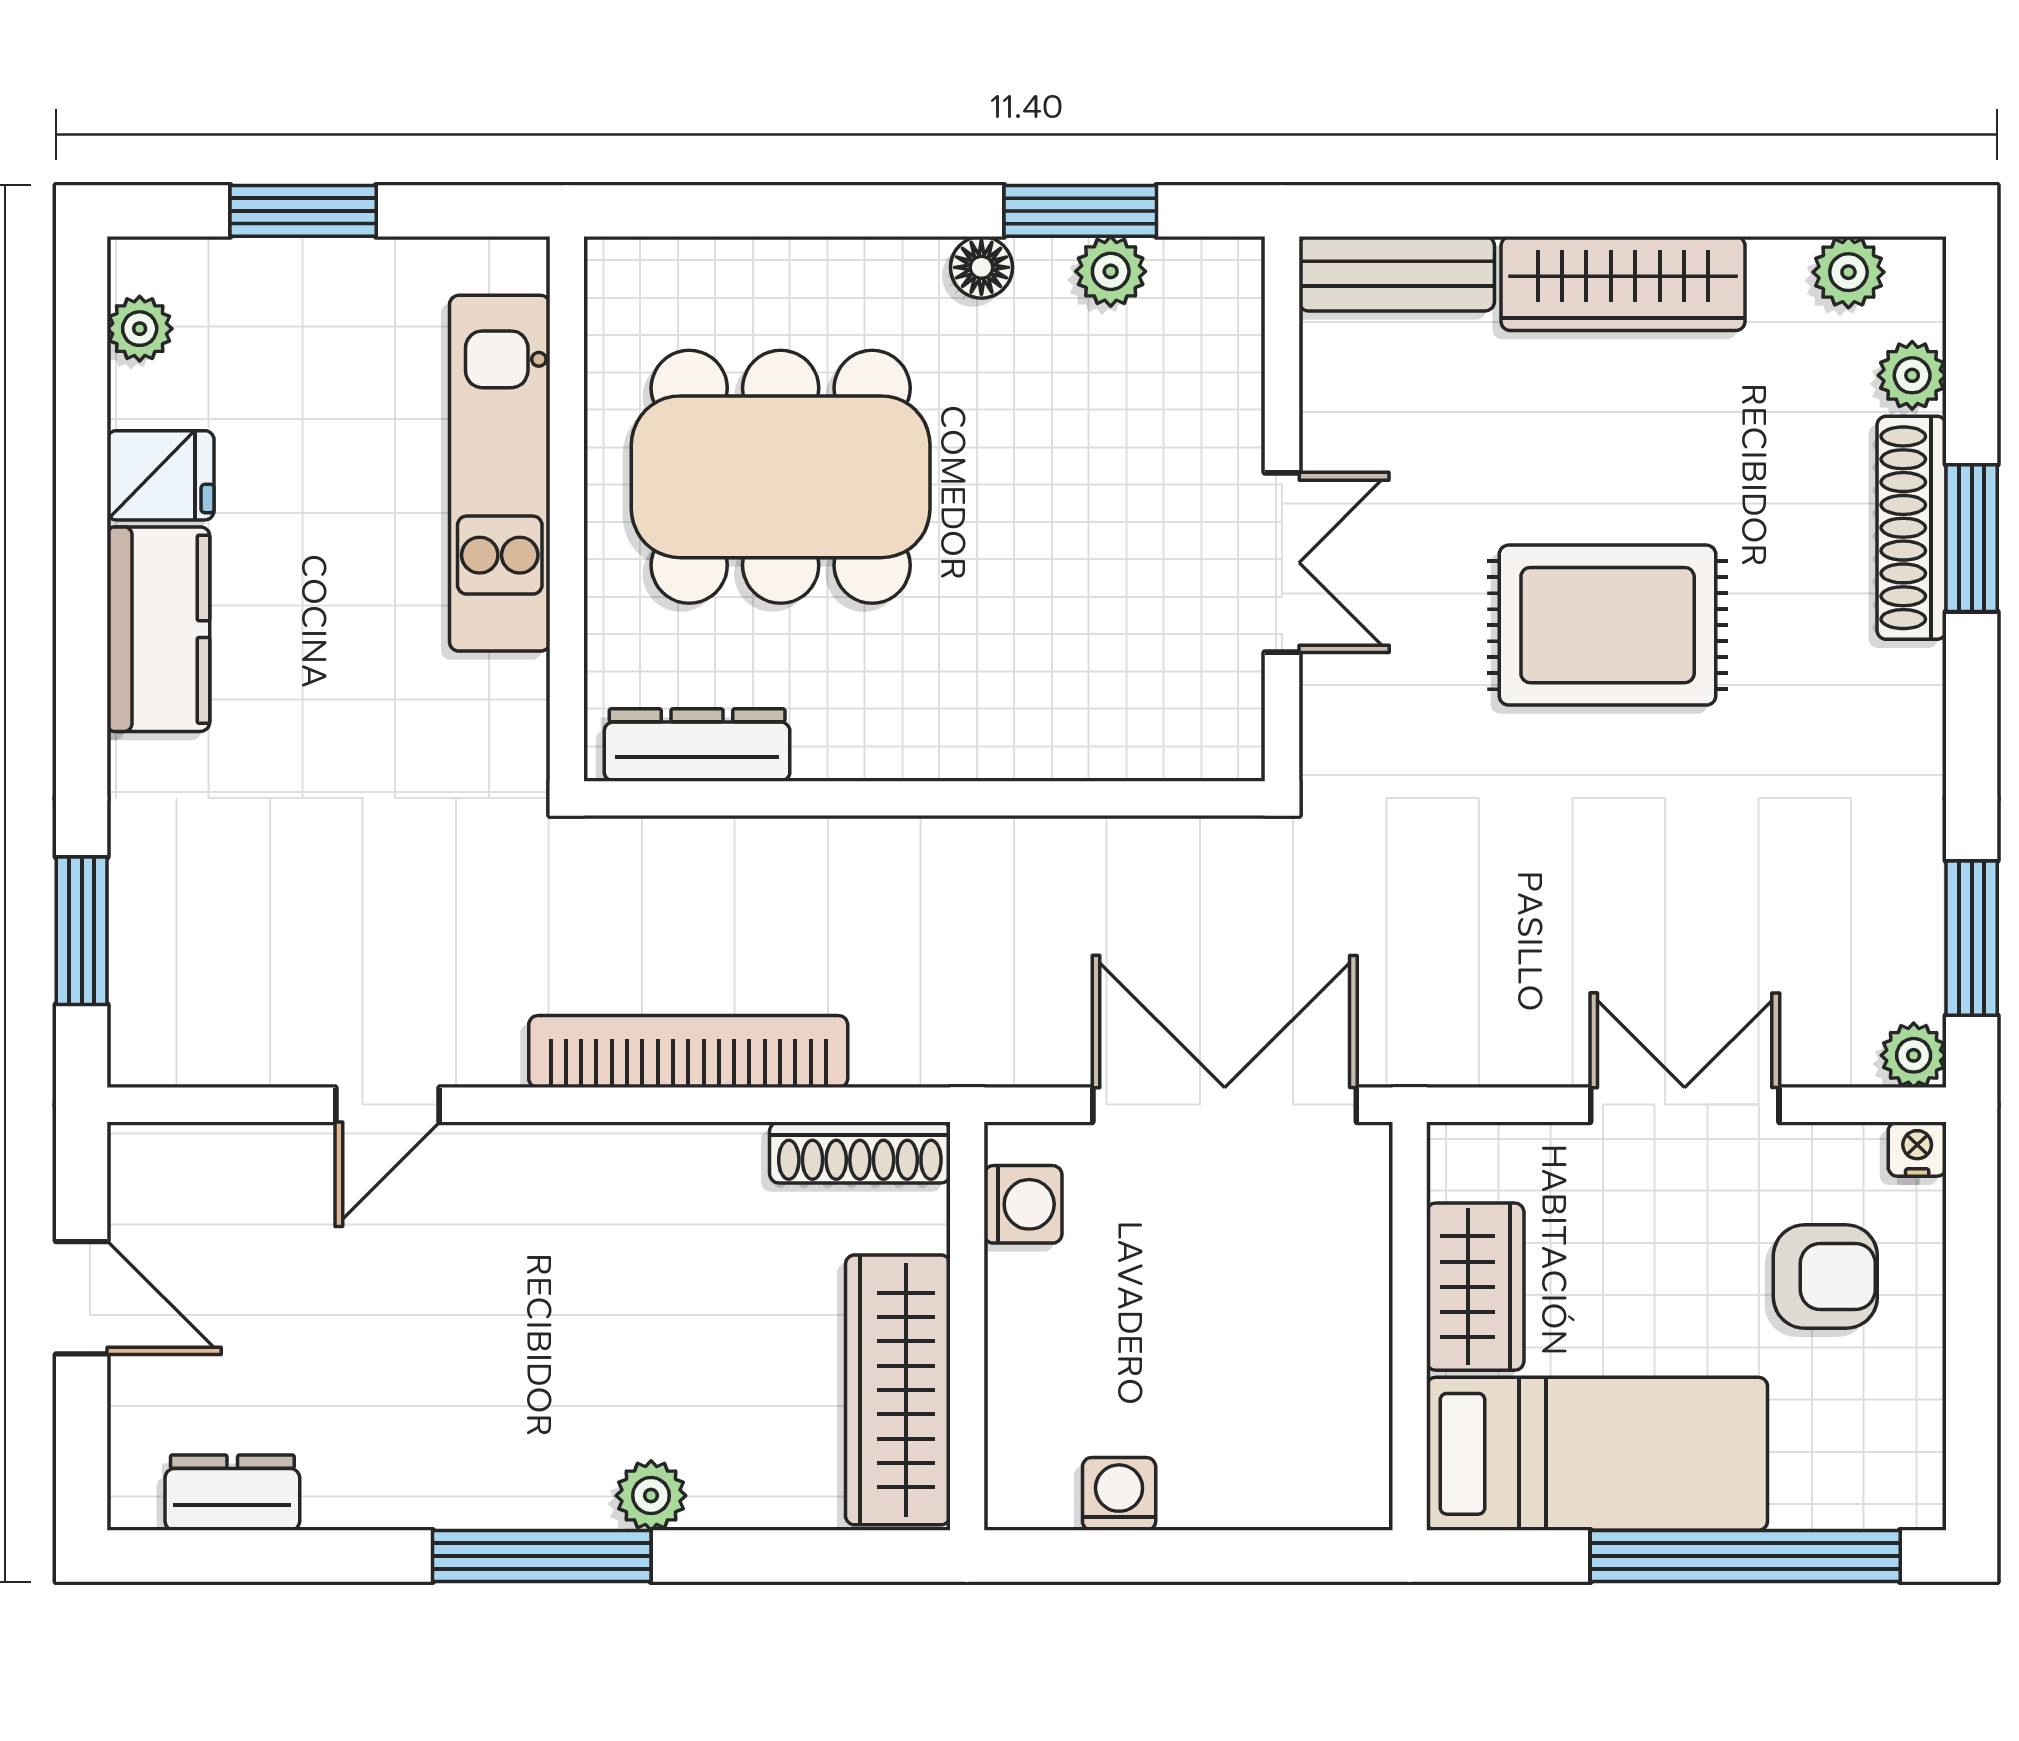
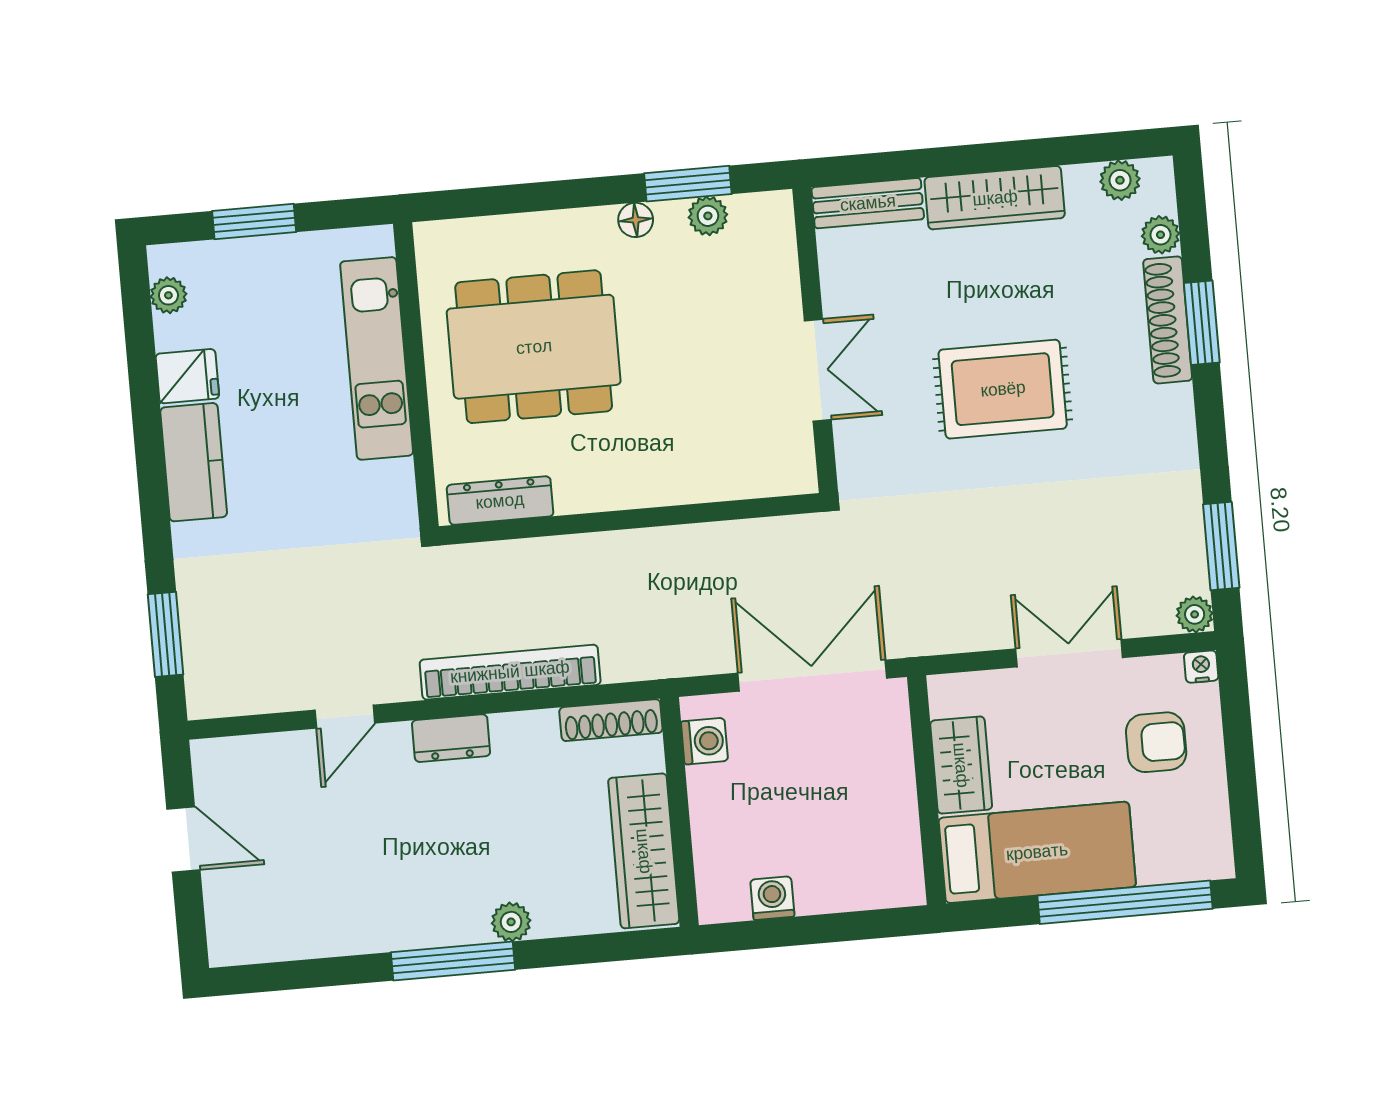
dresser: (232, 1493) -> (451, 738), moved, turned 180

